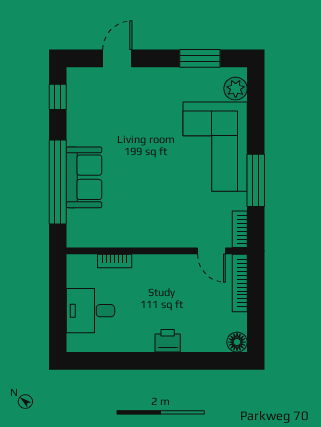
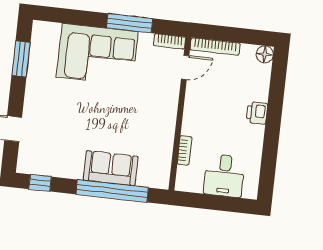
plant: (236, 89) -> (50, 32), removed

